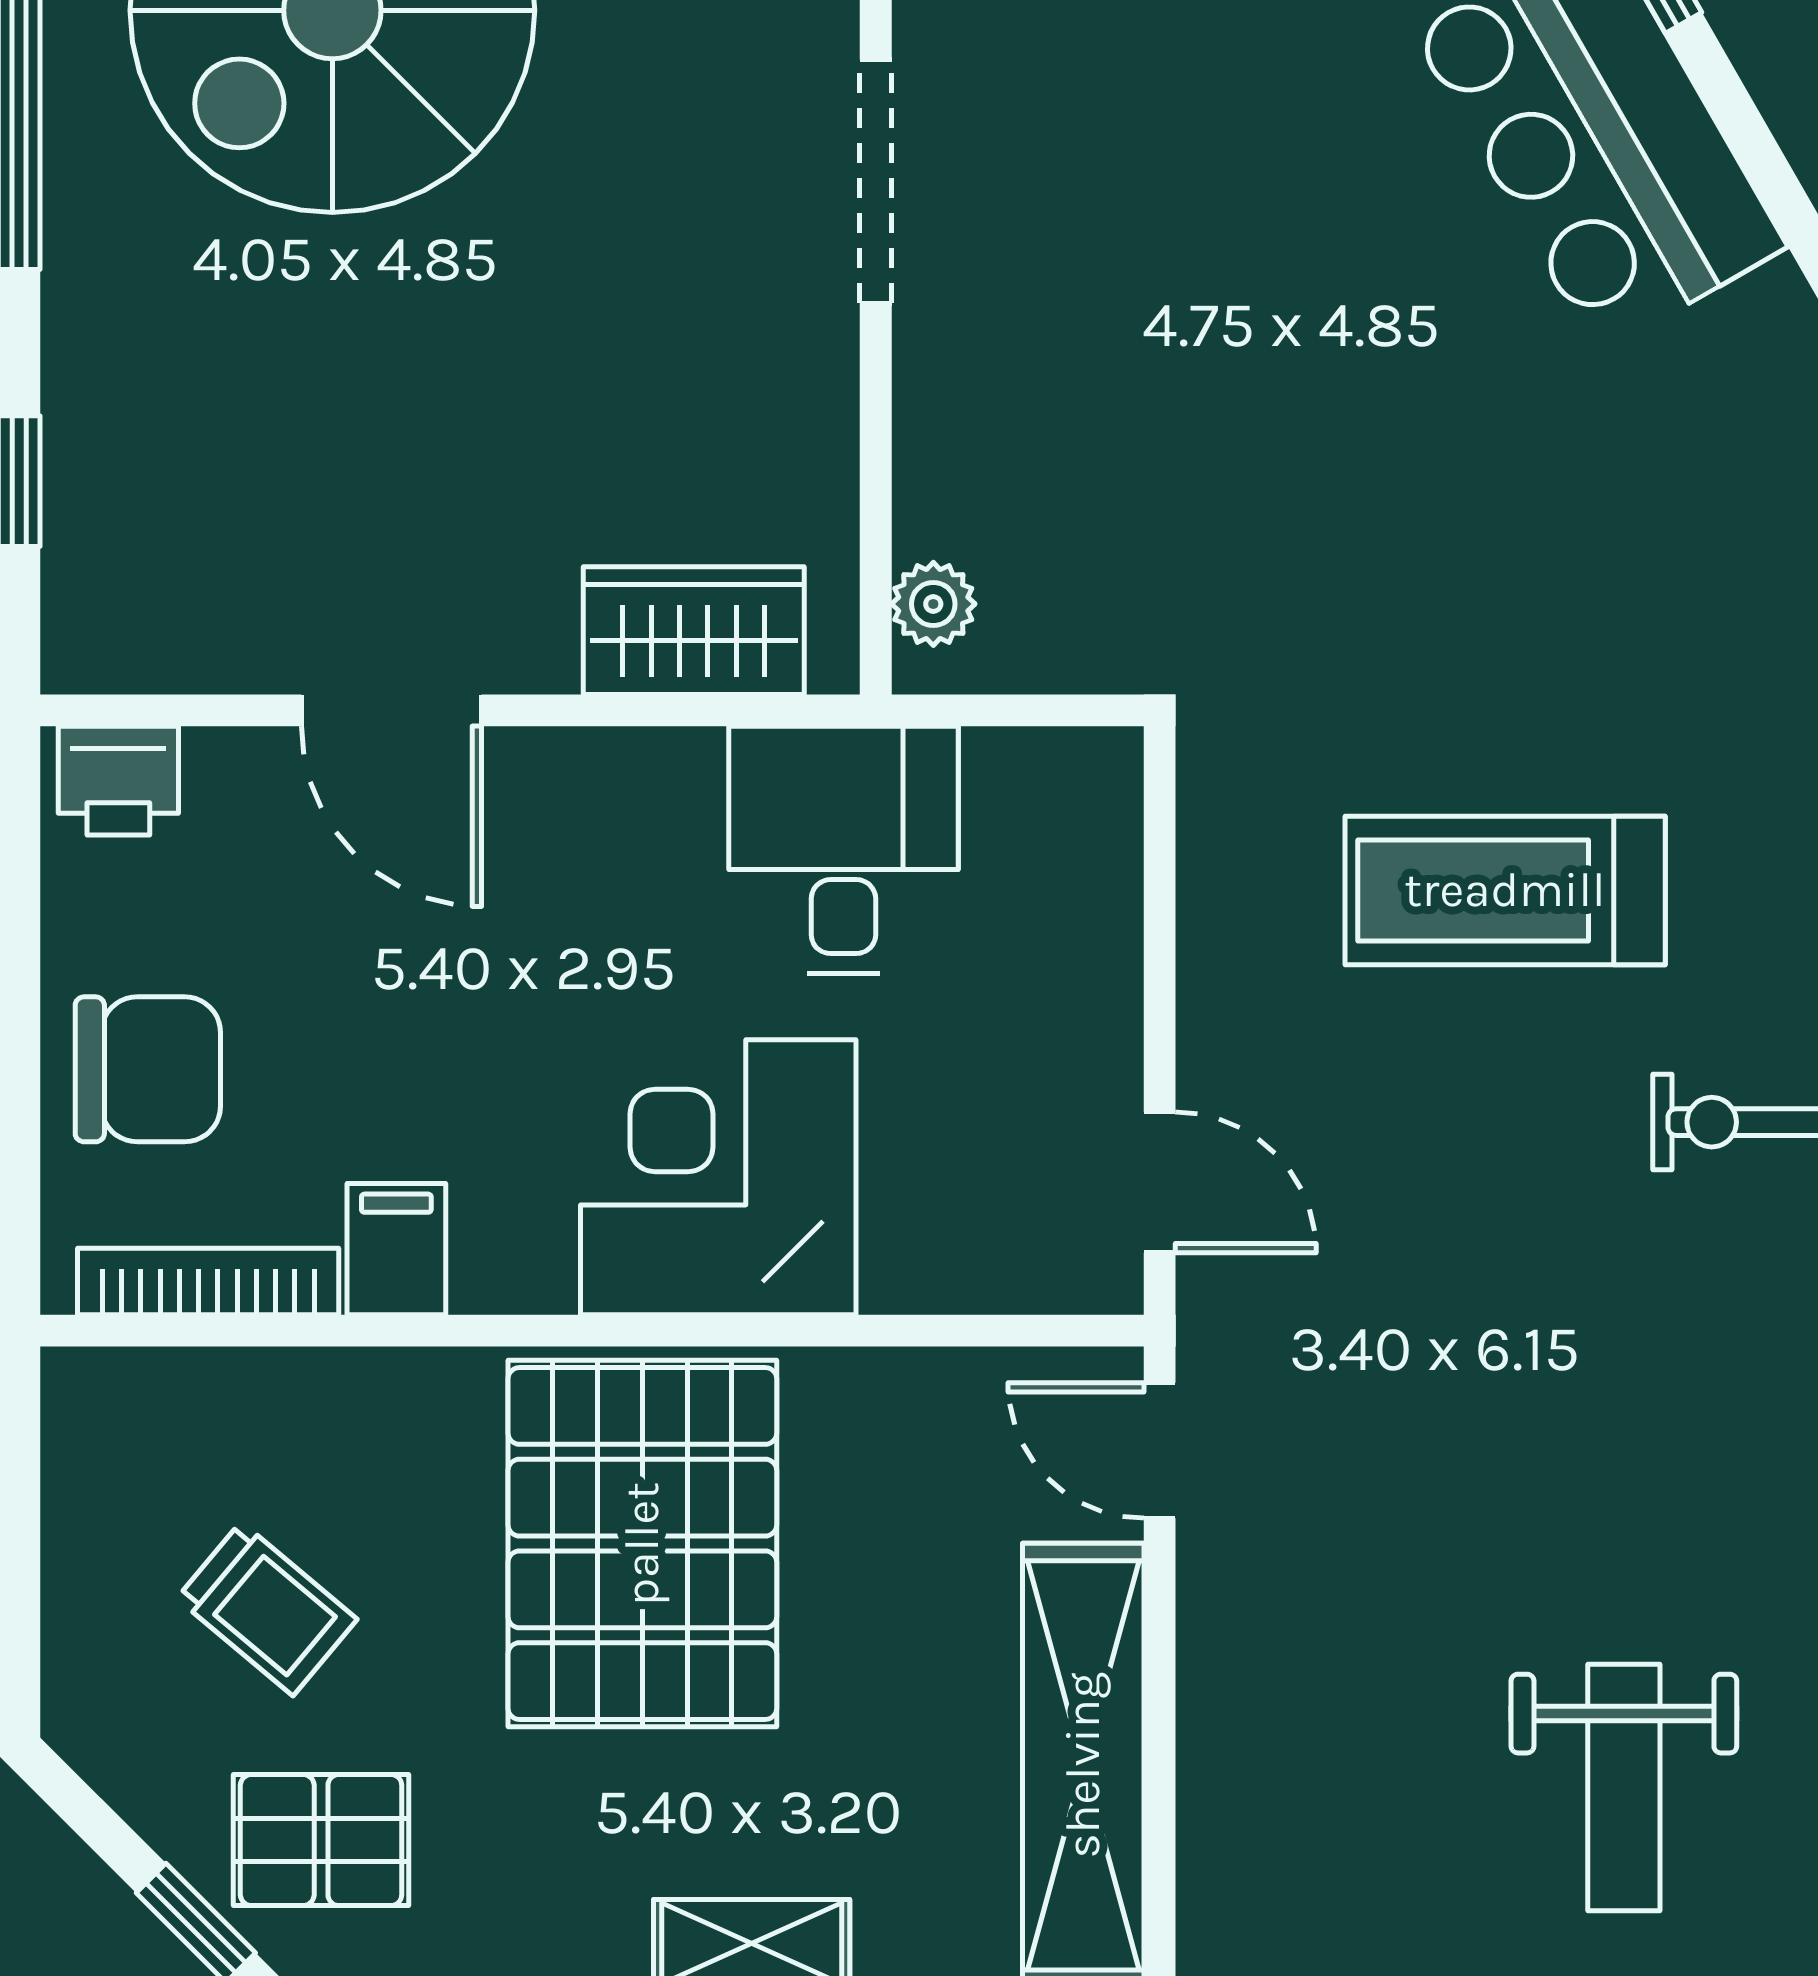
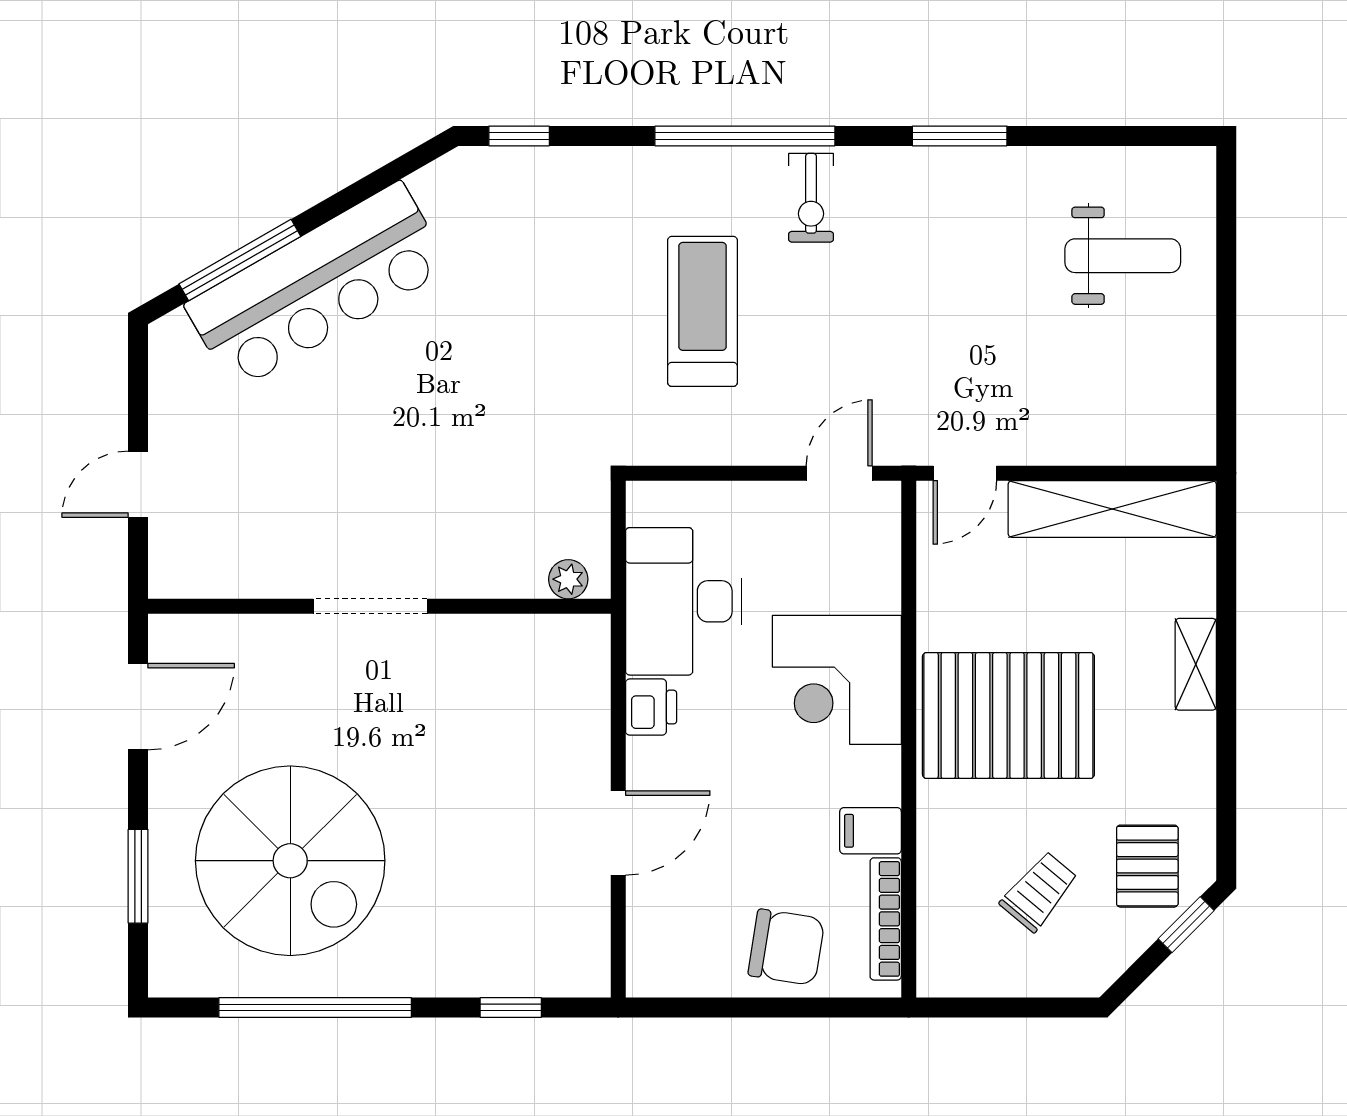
wardrobe: (694, 631) -> (581, 691), removed
printer: (118, 781) -> (651, 707), moved
desk: (843, 850) -> (683, 601), width x1.37
treadmill: (1505, 890) -> (702, 311), turned 180
chair: (148, 1069) -> (786, 947), turned 99

